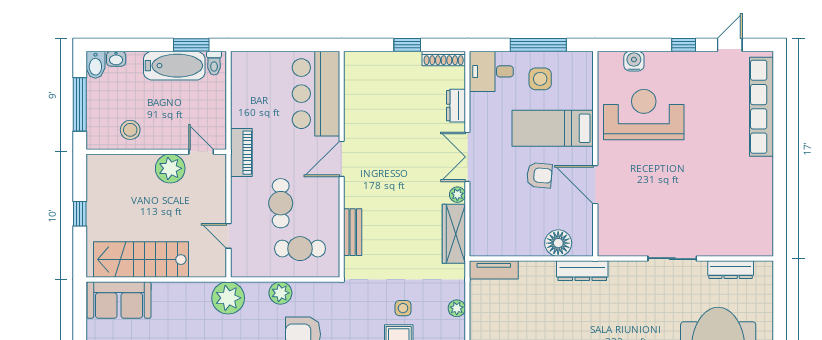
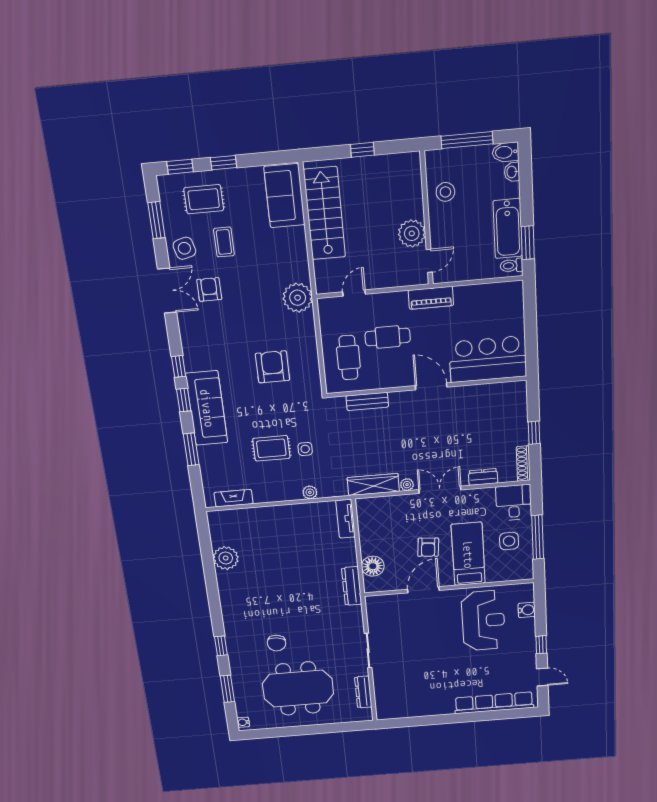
plant: (280, 293) -> (307, 344), removed

